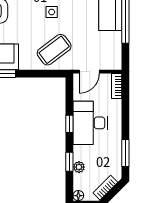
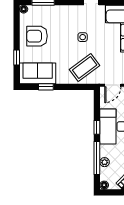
window: (69, 162) -> (97, 158), width x2.17

